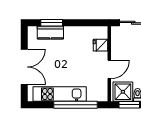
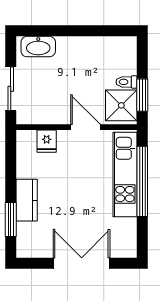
kitchen counter: (50, 33) -> (27, 200), moved
kitchen unit: (60, 94) -> (125, 175), moved

